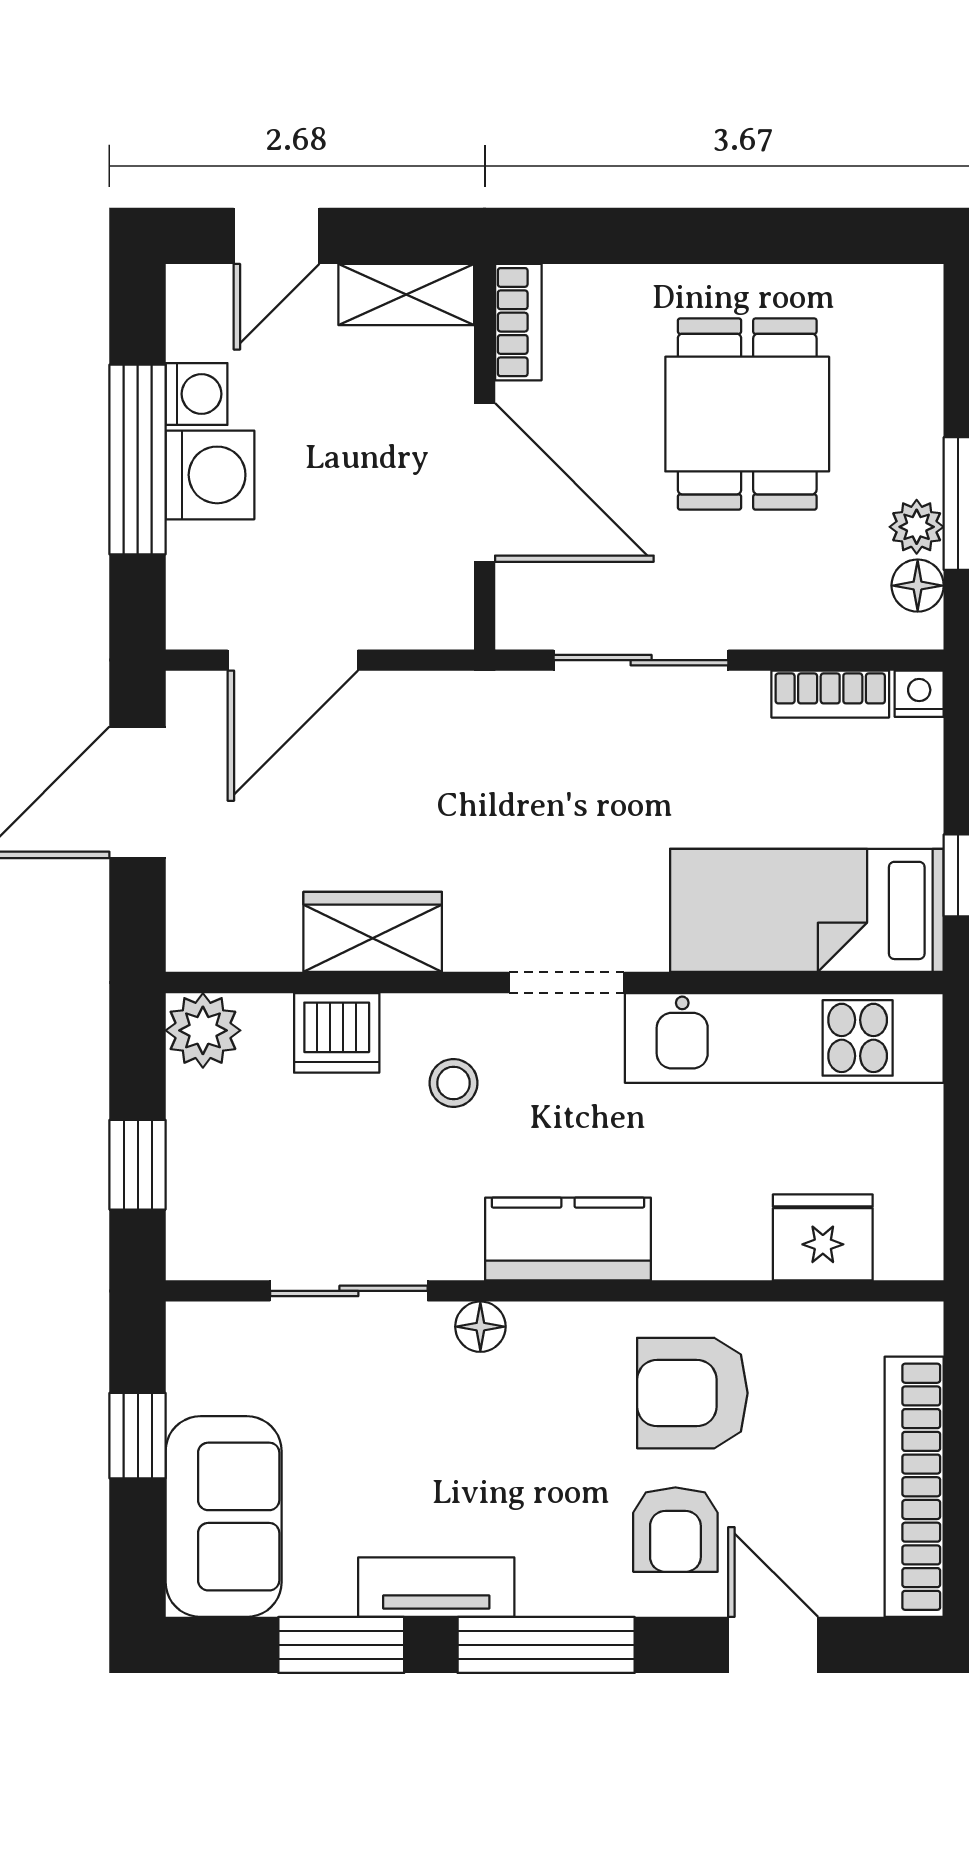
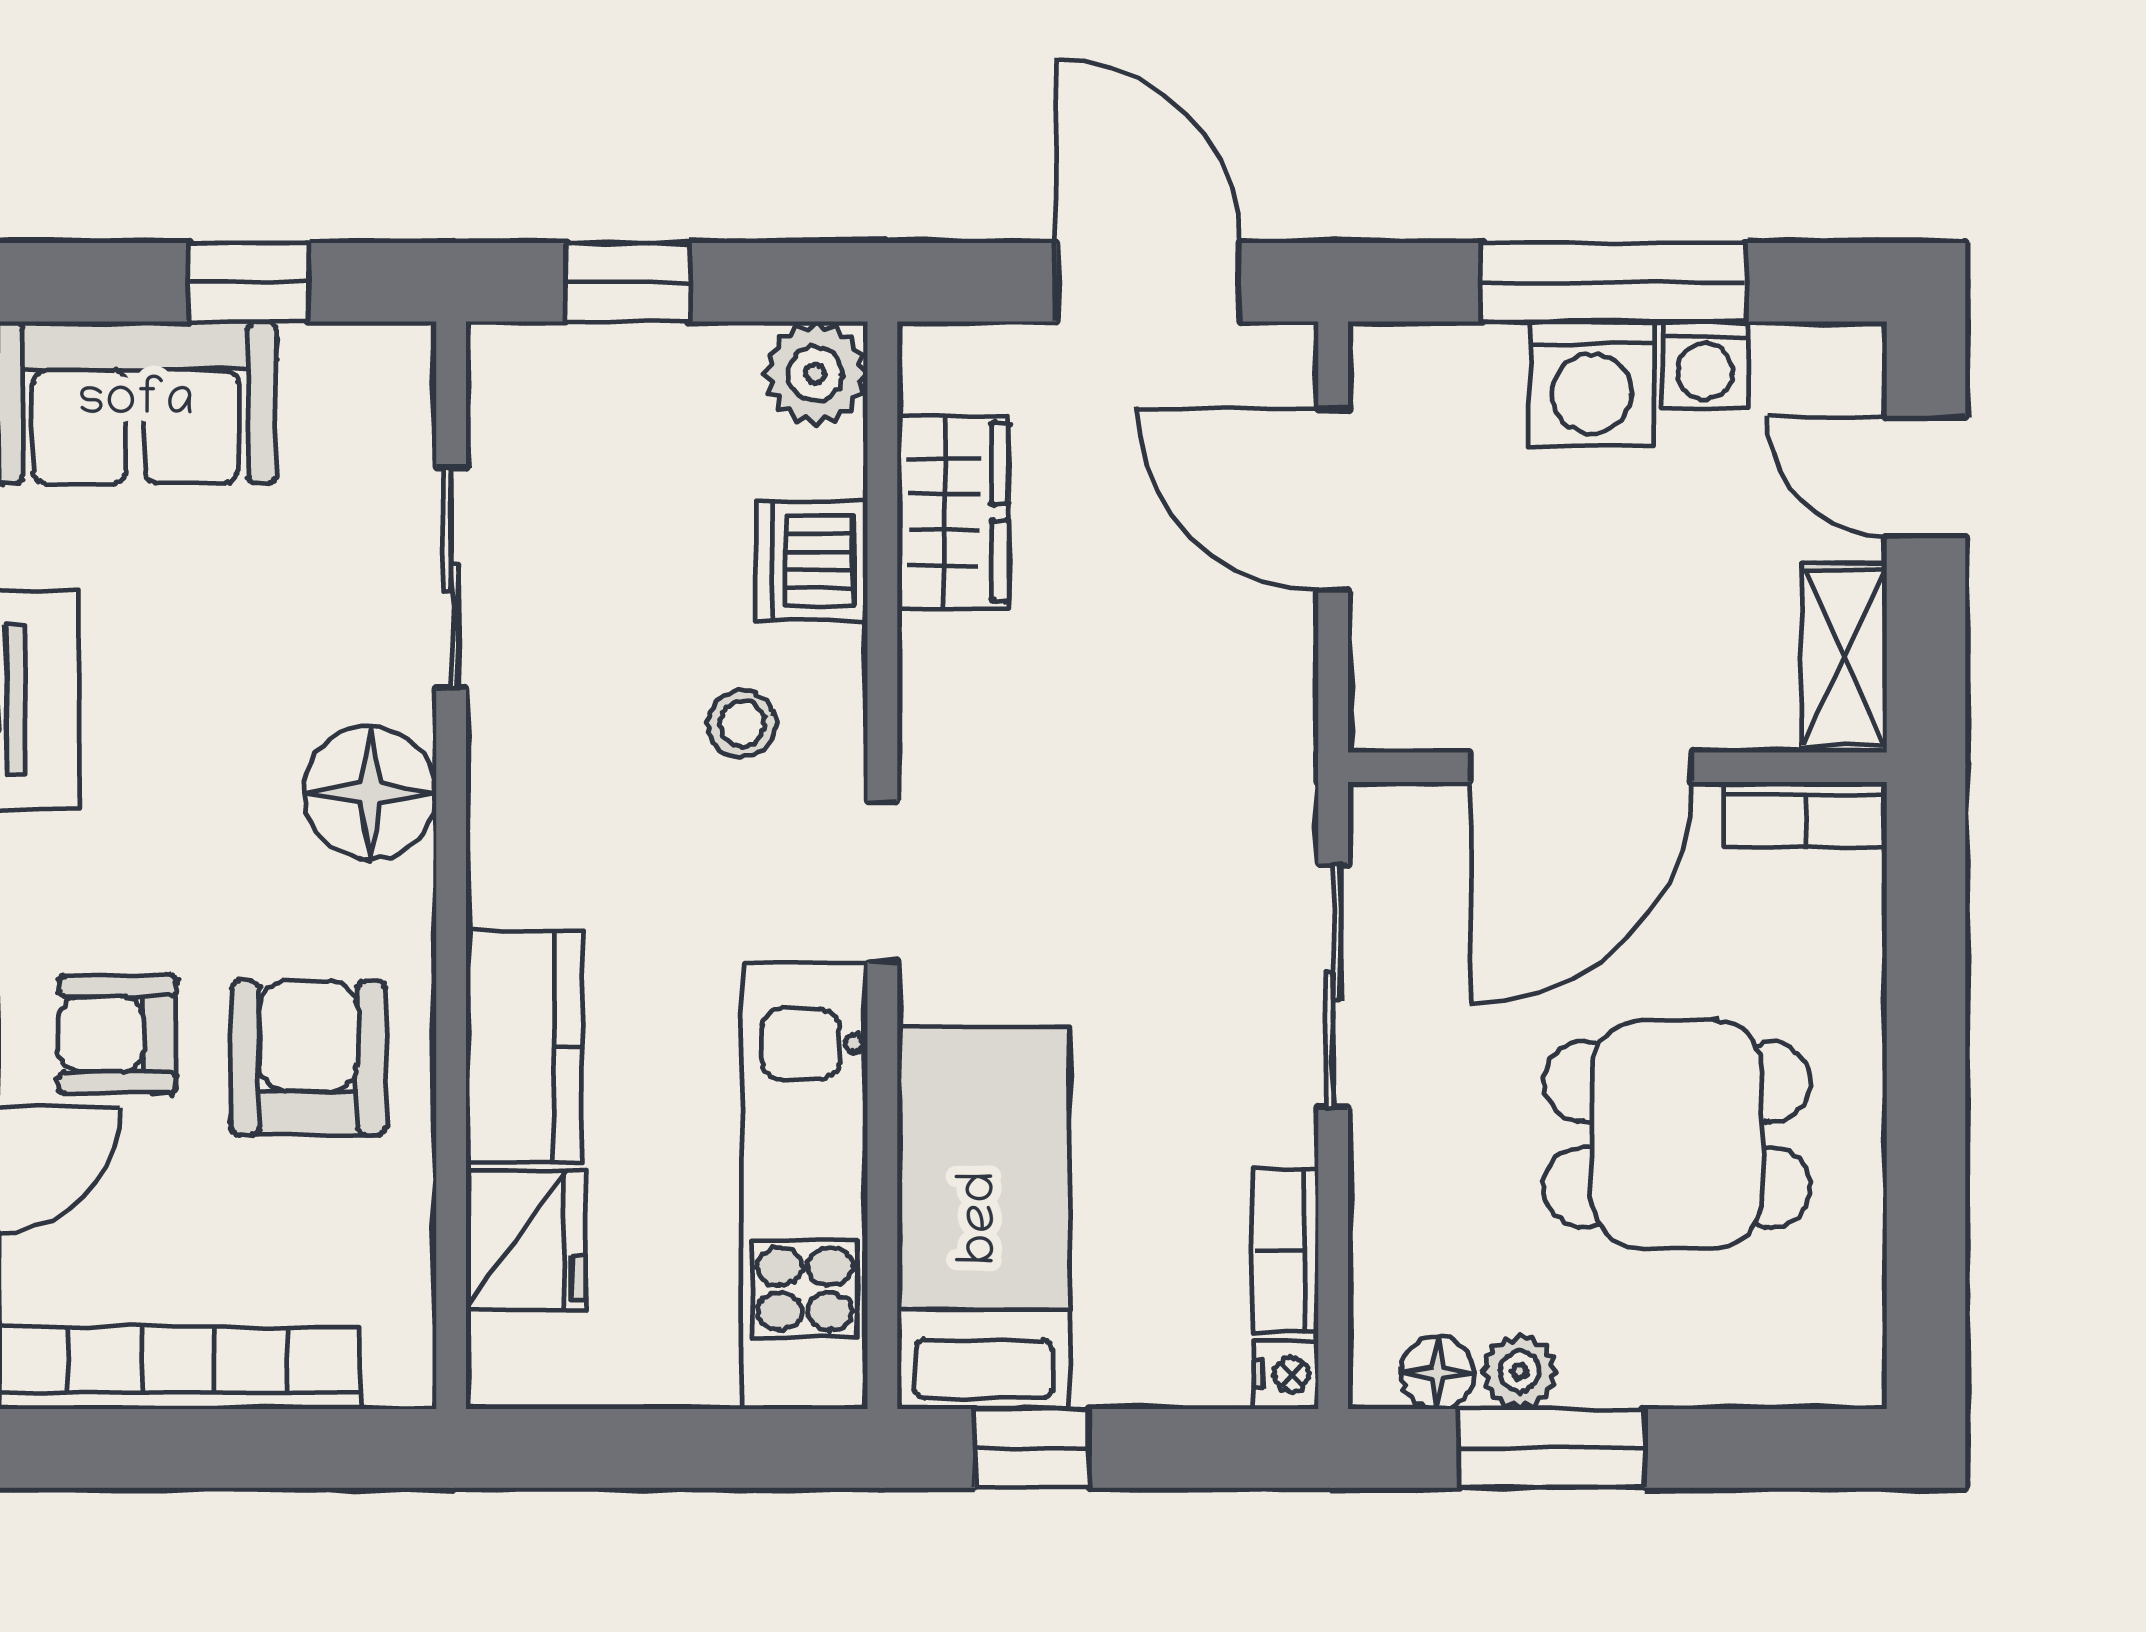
wardrobe: (373, 932) -> (953, 512), moved
kitchen counter: (568, 1239) -> (524, 1047), moved
floor lamp: (480, 1327) -> (370, 793), width x1.89, depth x1.89

